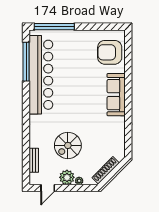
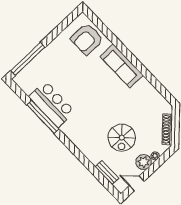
window: (26, 62) -> (43, 117), moved
bar counter: (41, 75) -> (52, 104), width x0.54
door: (48, 188) -> (137, 183), swing flipped

